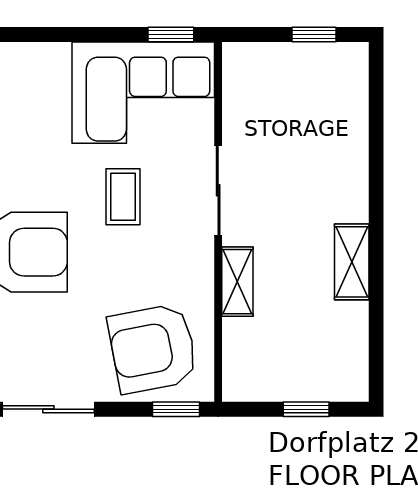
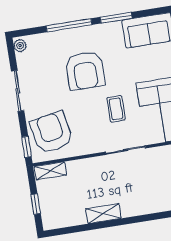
coffee table: (123, 197) -> (116, 109), turned 90
shelving: (237, 282) -> (50, 171), moved

